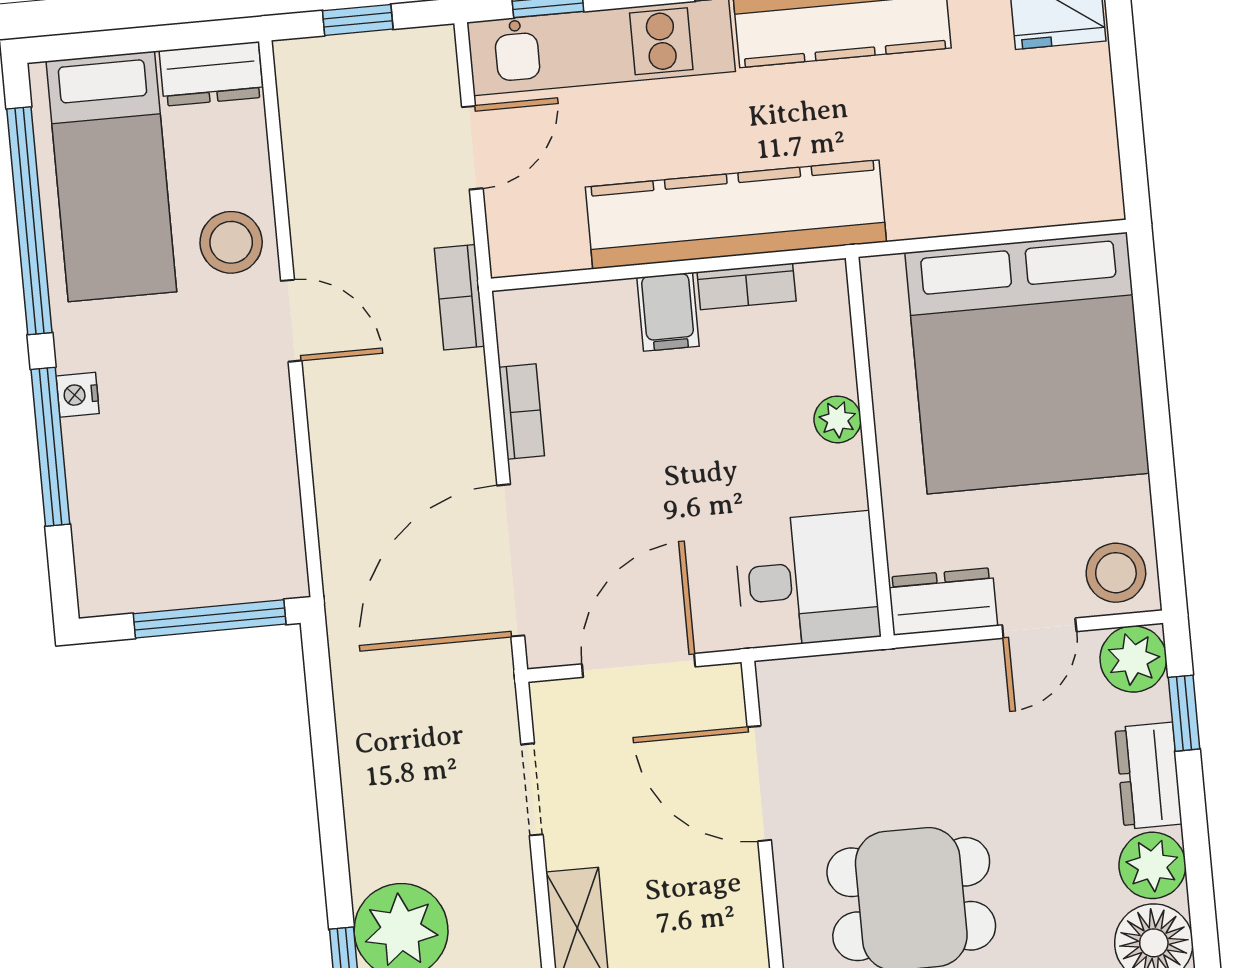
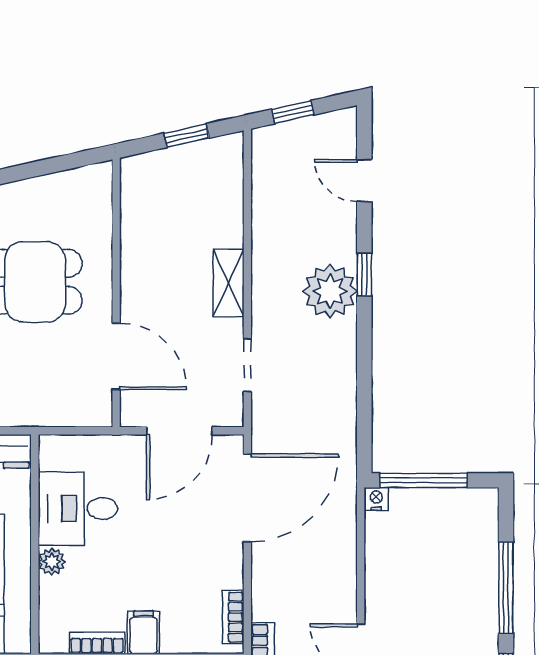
nightstand: (78, 395) -> (376, 499), moved, turned -90
bookcase: (522, 411) -> (233, 617), moved
desk: (807, 580) -> (78, 509), moved

